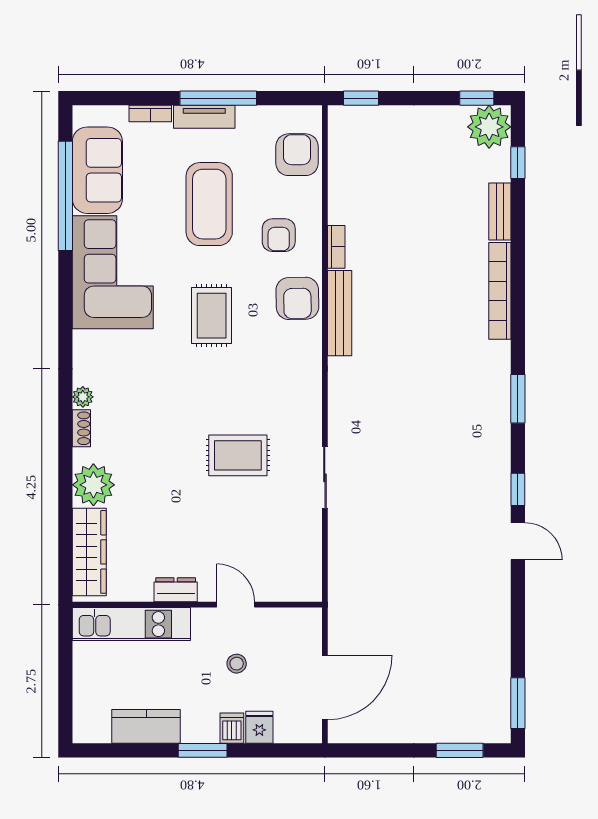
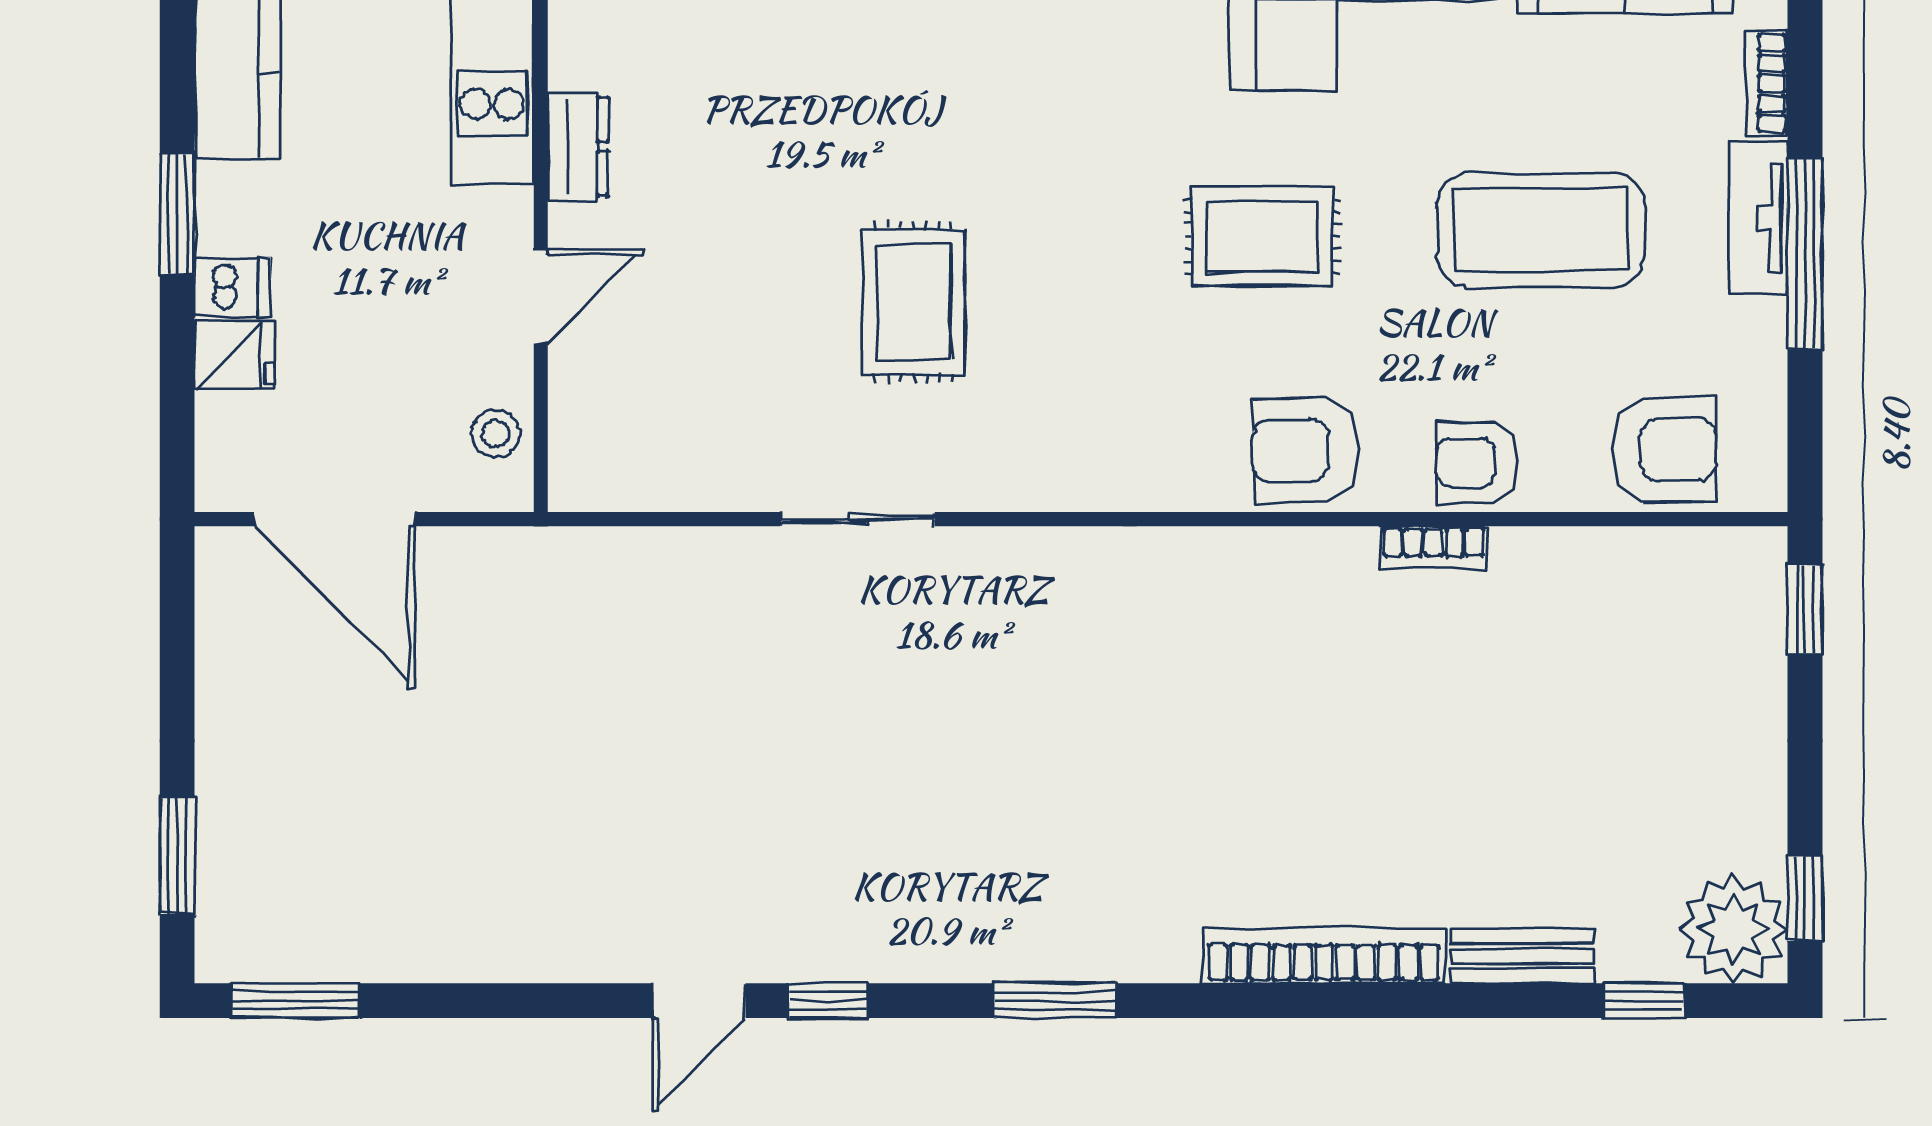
armchair: (279, 235) -> (1477, 463), moved
bench: (340, 313) -> (1268, 556), removed
stool: (237, 664) -> (496, 434), moved

